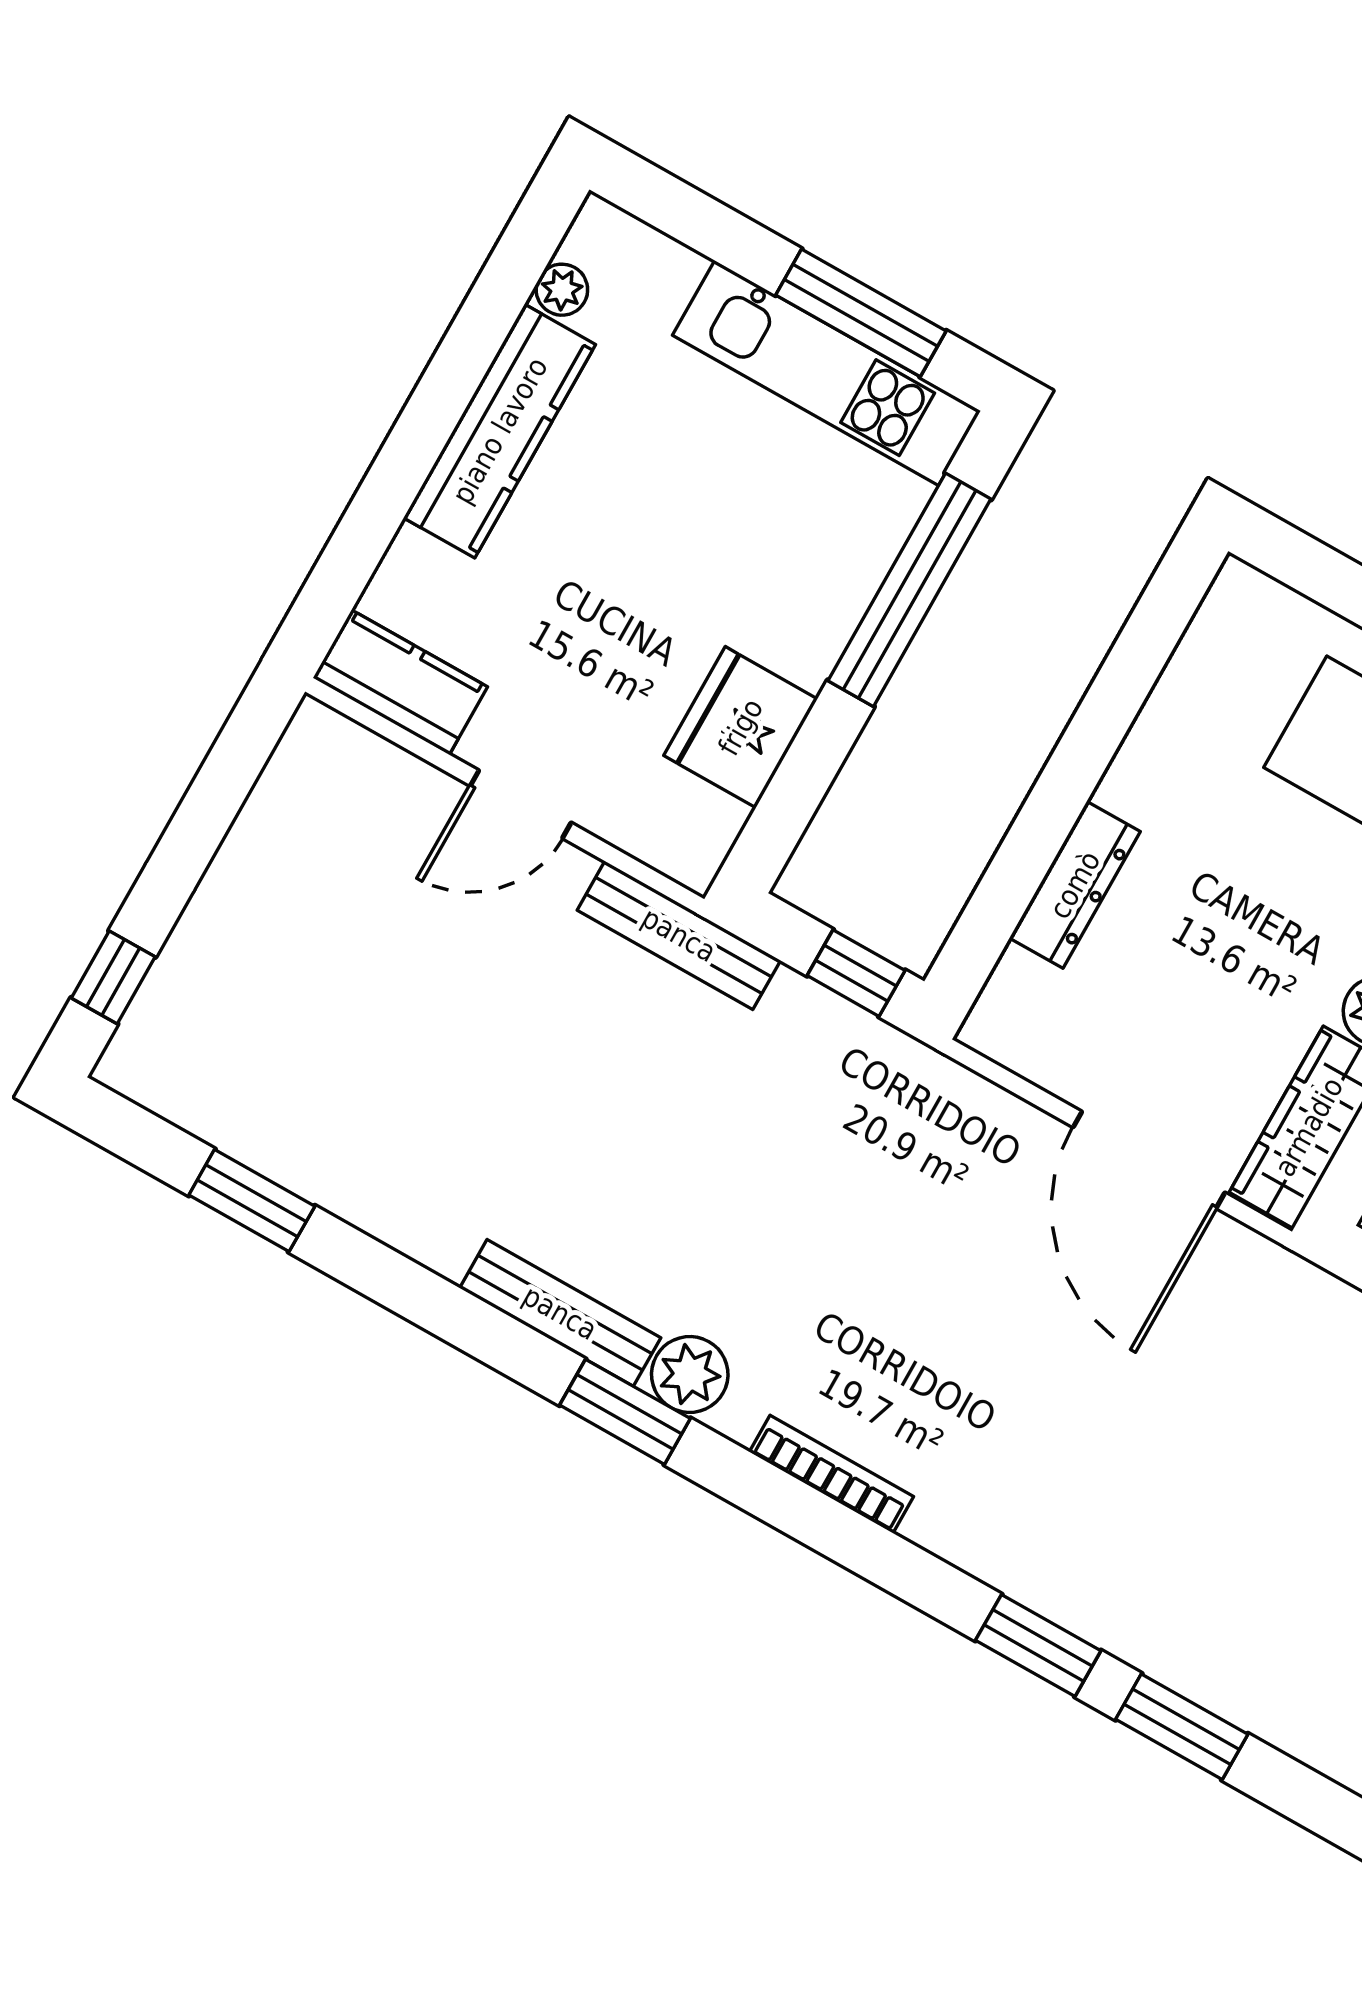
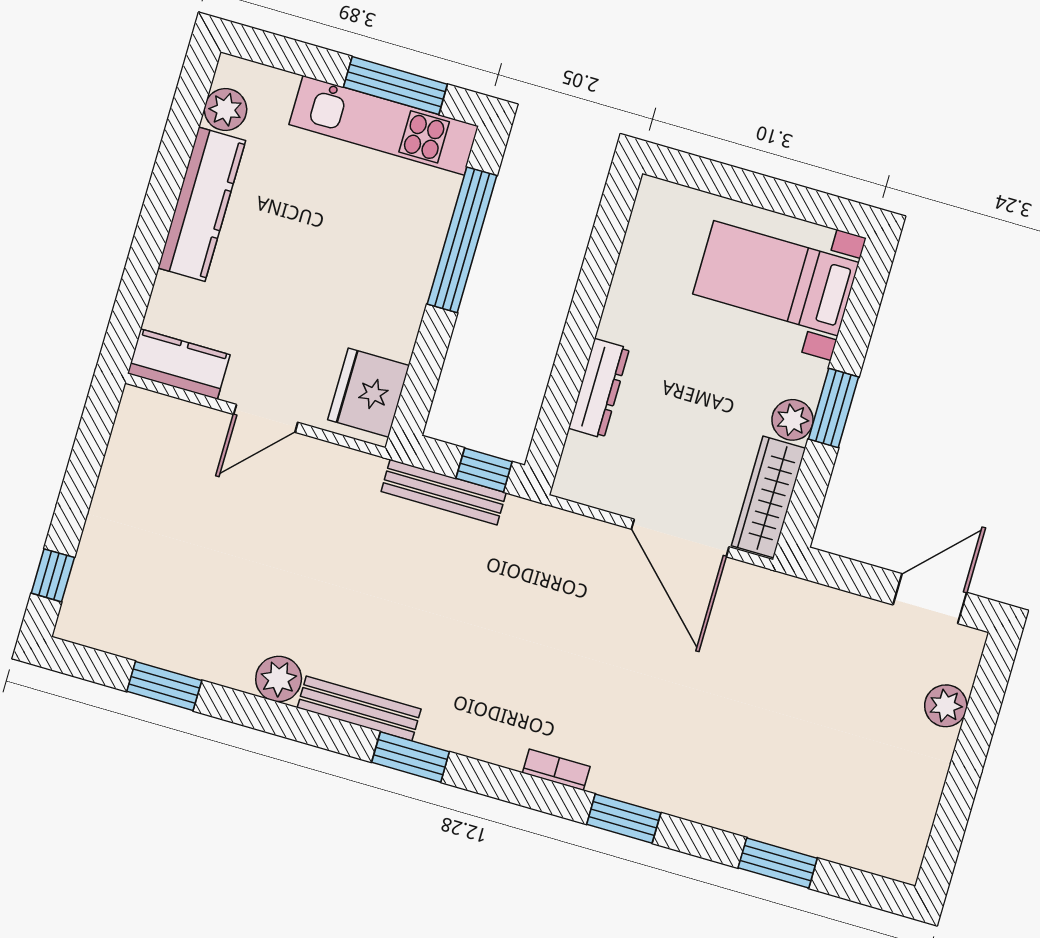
plant: (562, 290) -> (226, 110), width x1.38, depth x1.38
fridge: (741, 727) -> (369, 393), moved
bench: (679, 935) -> (444, 492), moved
plant: (690, 1374) -> (279, 679), moved
bookcase: (831, 1474) -> (556, 770), width x0.64
window: (1038, 1645) -> (624, 819), moved

